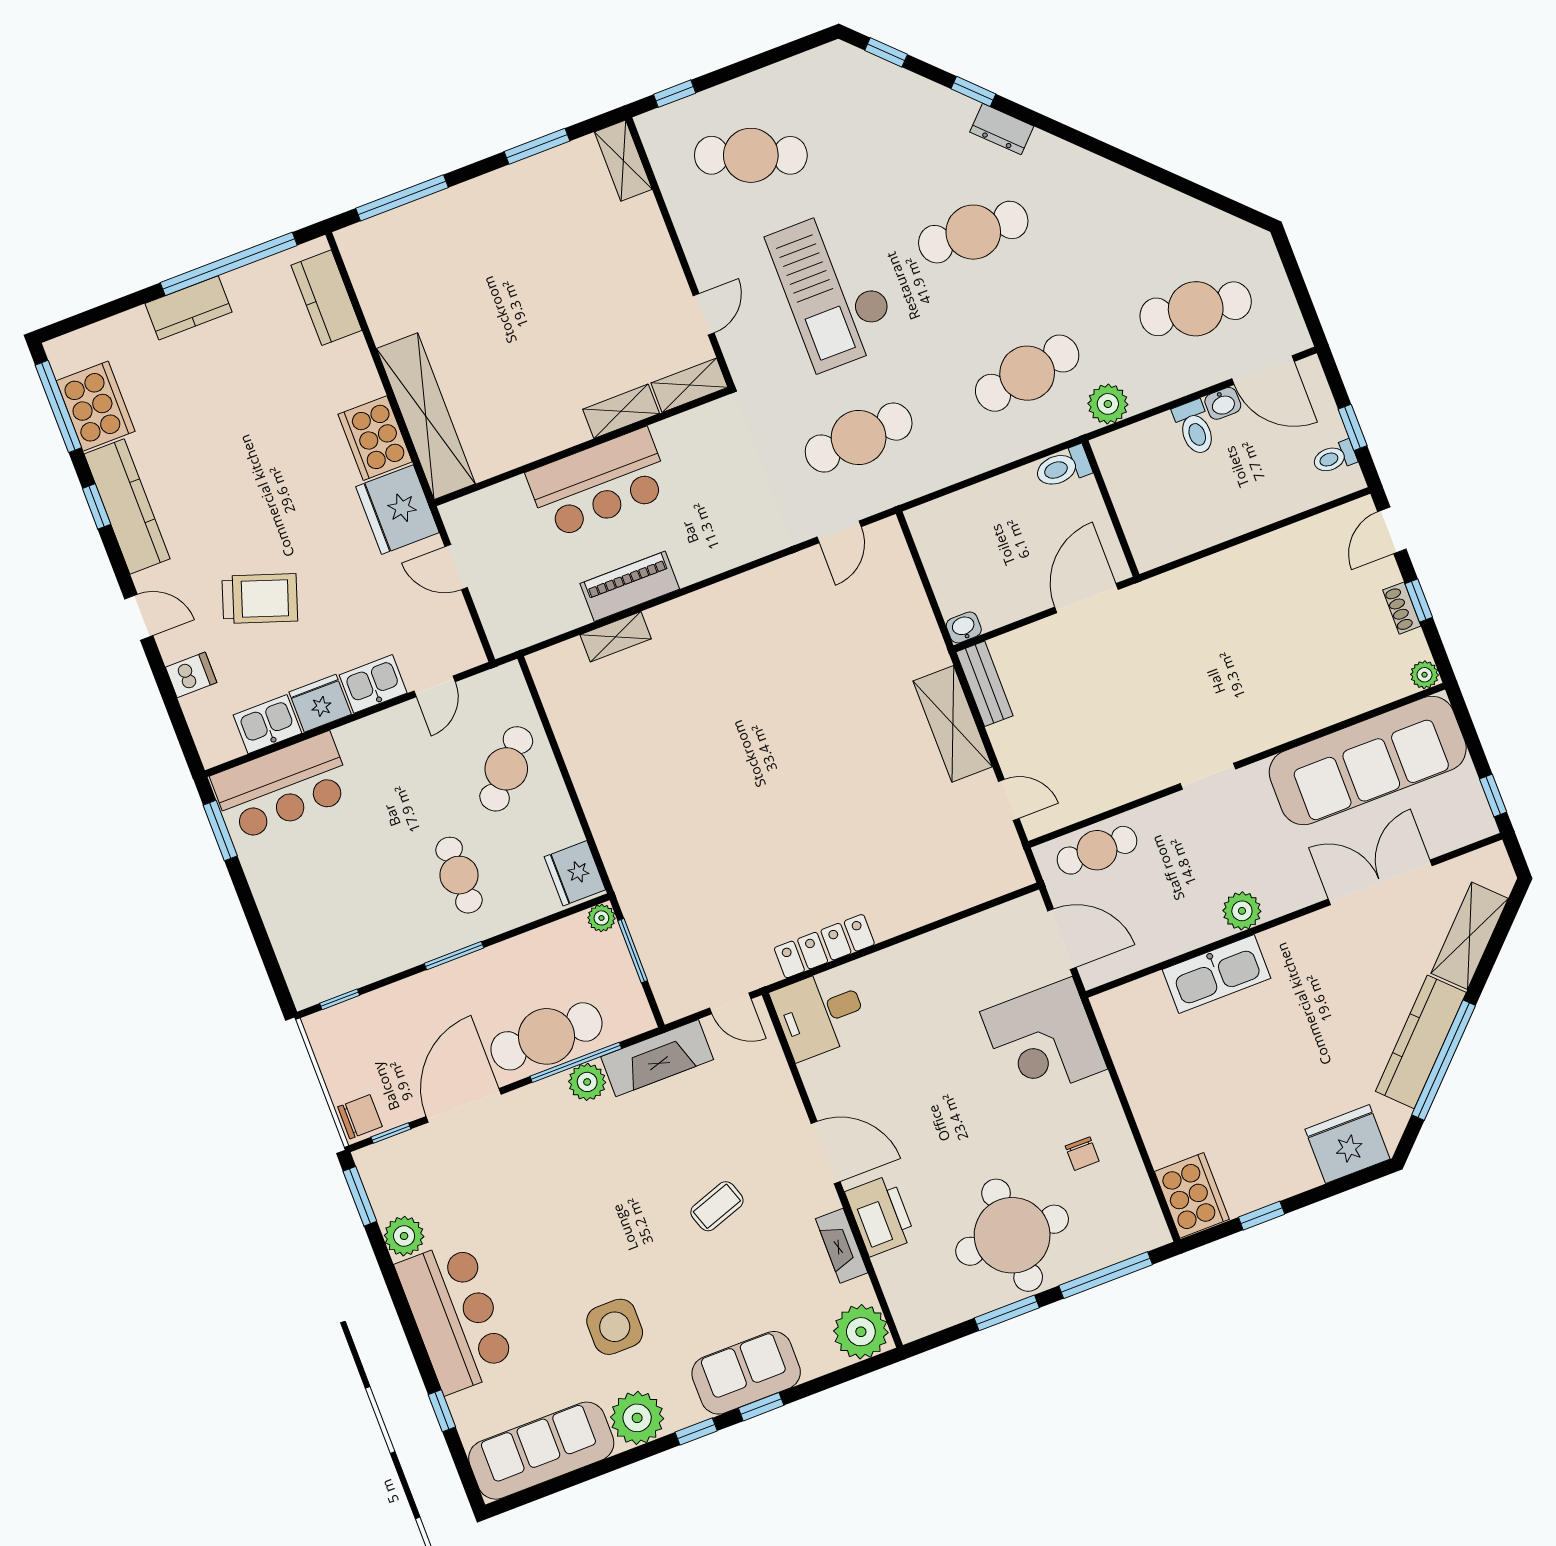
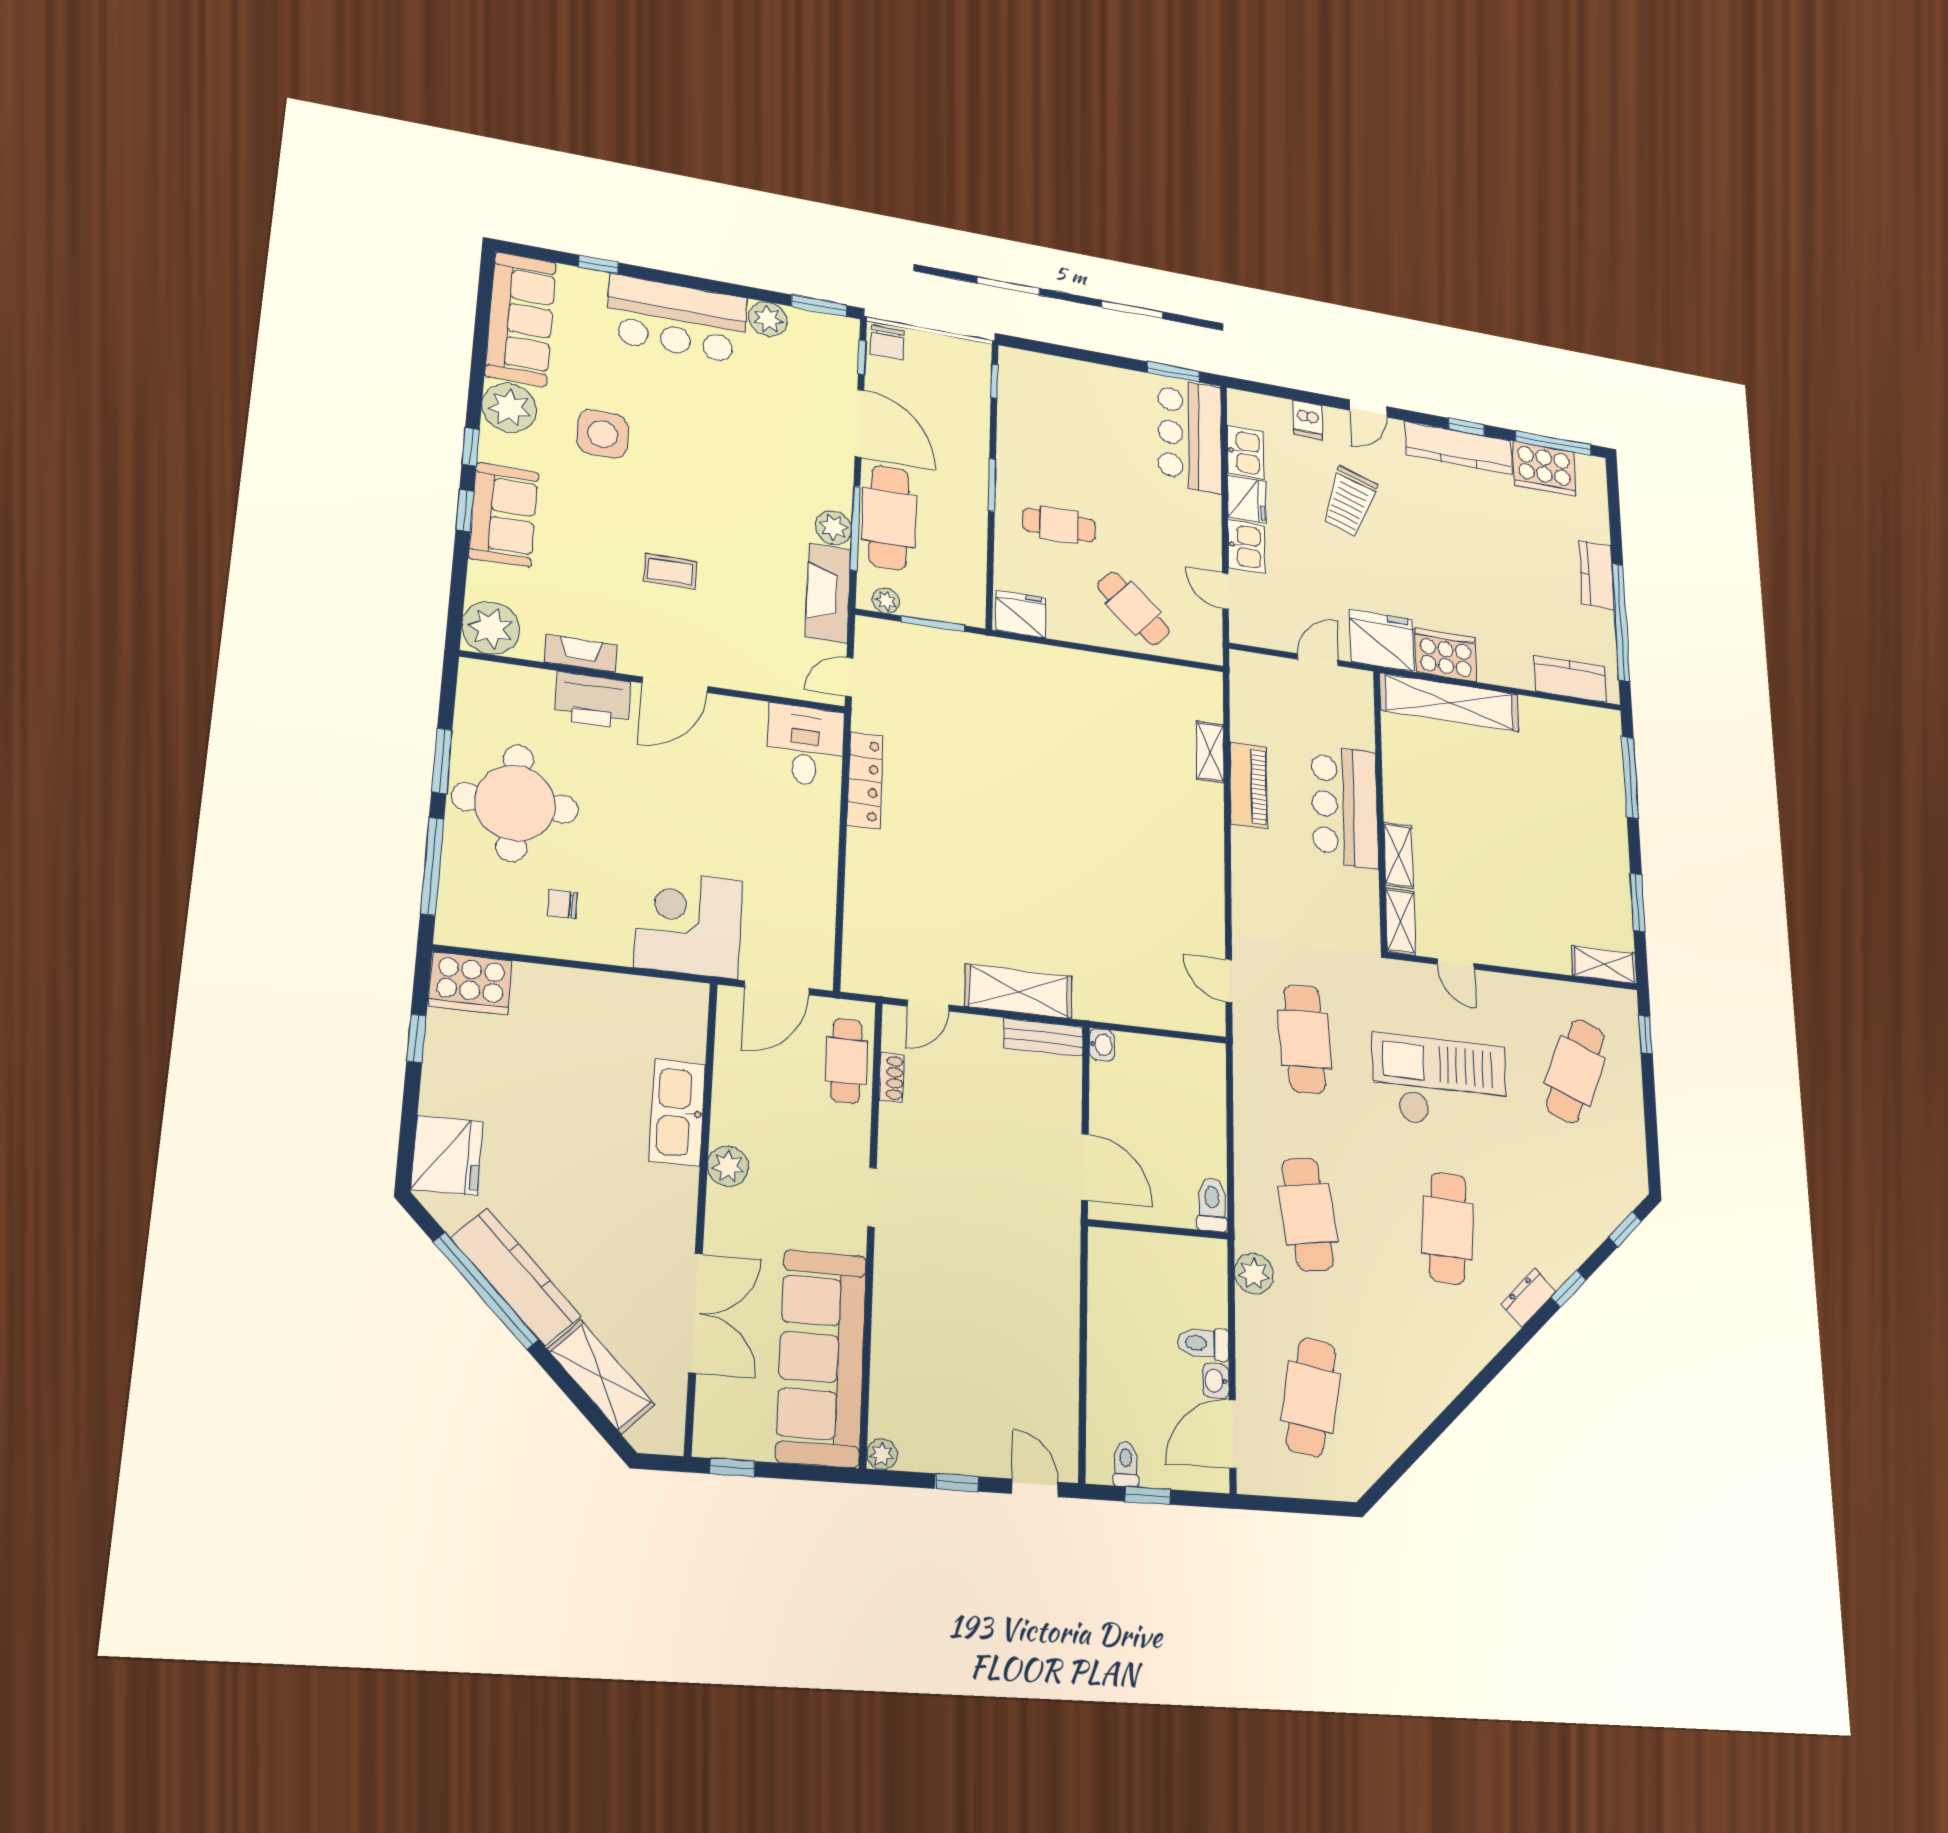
shoe rack: (1402, 608) -> (892, 1078), moved, turned 90
plant: (601, 918) -> (886, 601), moved
coffee table: (717, 1206) -> (670, 571), turned -71

